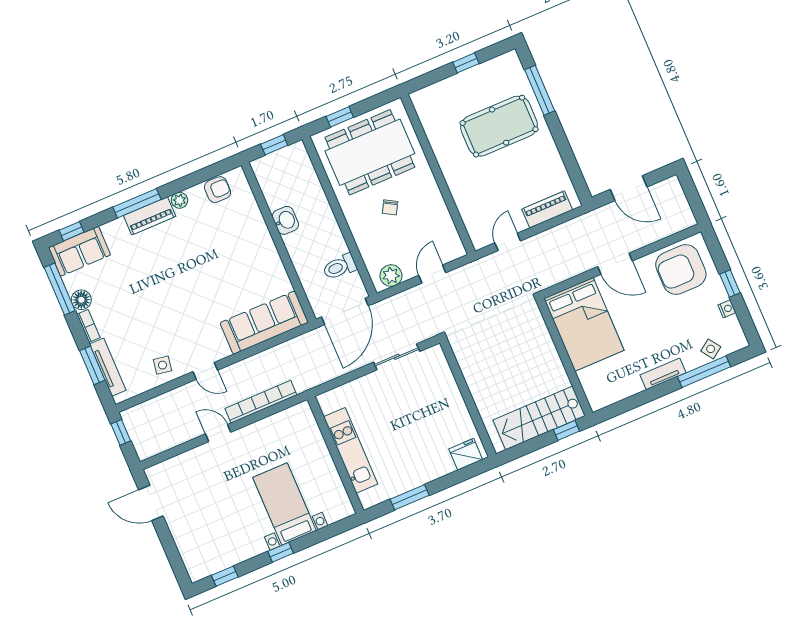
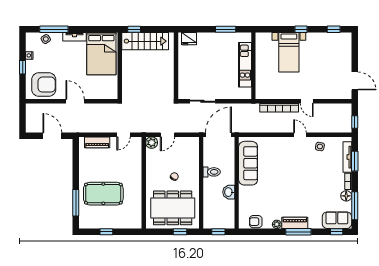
toilet: (340, 267) -> (212, 172), moved
plant: (391, 276) -> (152, 143), moved
sofa: (264, 323) -> (248, 163), moved, turned -90
bed: (584, 324) -> (101, 54), moved, turned 180

